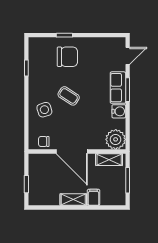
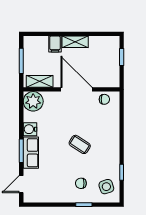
chair: (67, 57) -> (81, 183), width x0.54, depth x0.54
side table: (44, 110) -> (106, 187), moved

